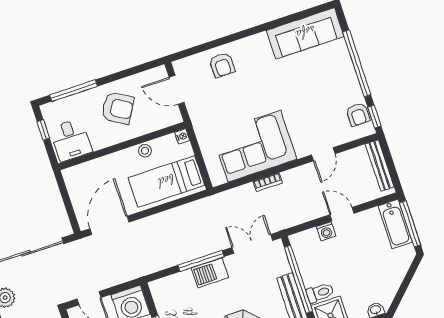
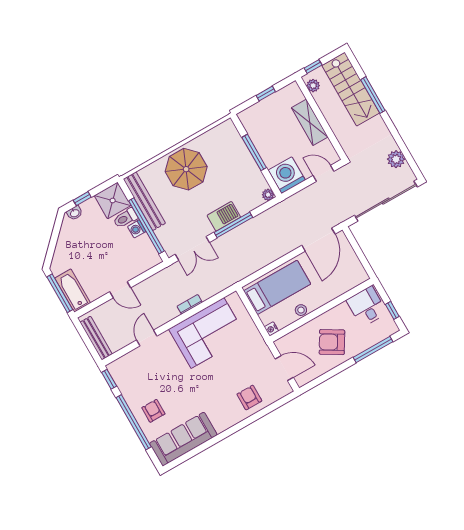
armchair: (358, 114) -> (153, 411), moved
washing machine: (326, 231) -> (137, 229), moved, turned -90
plant: (156, 287) -> (268, 195), added

